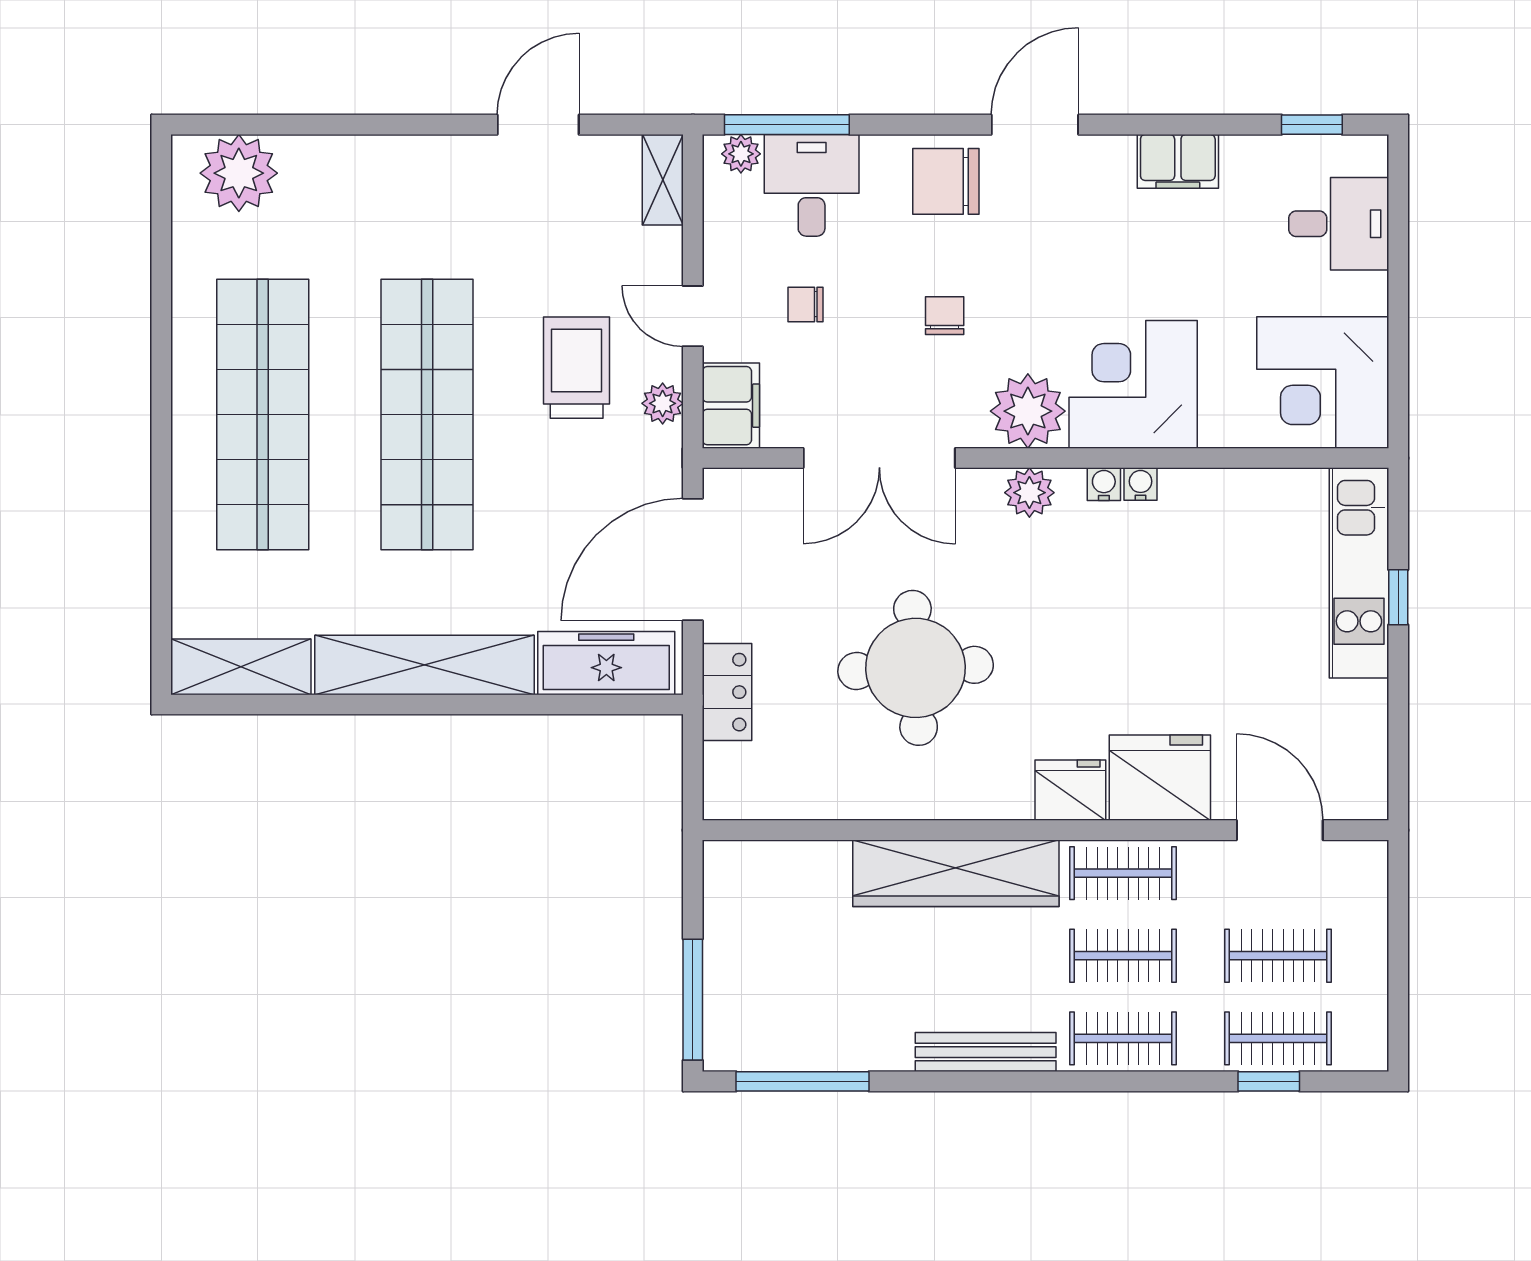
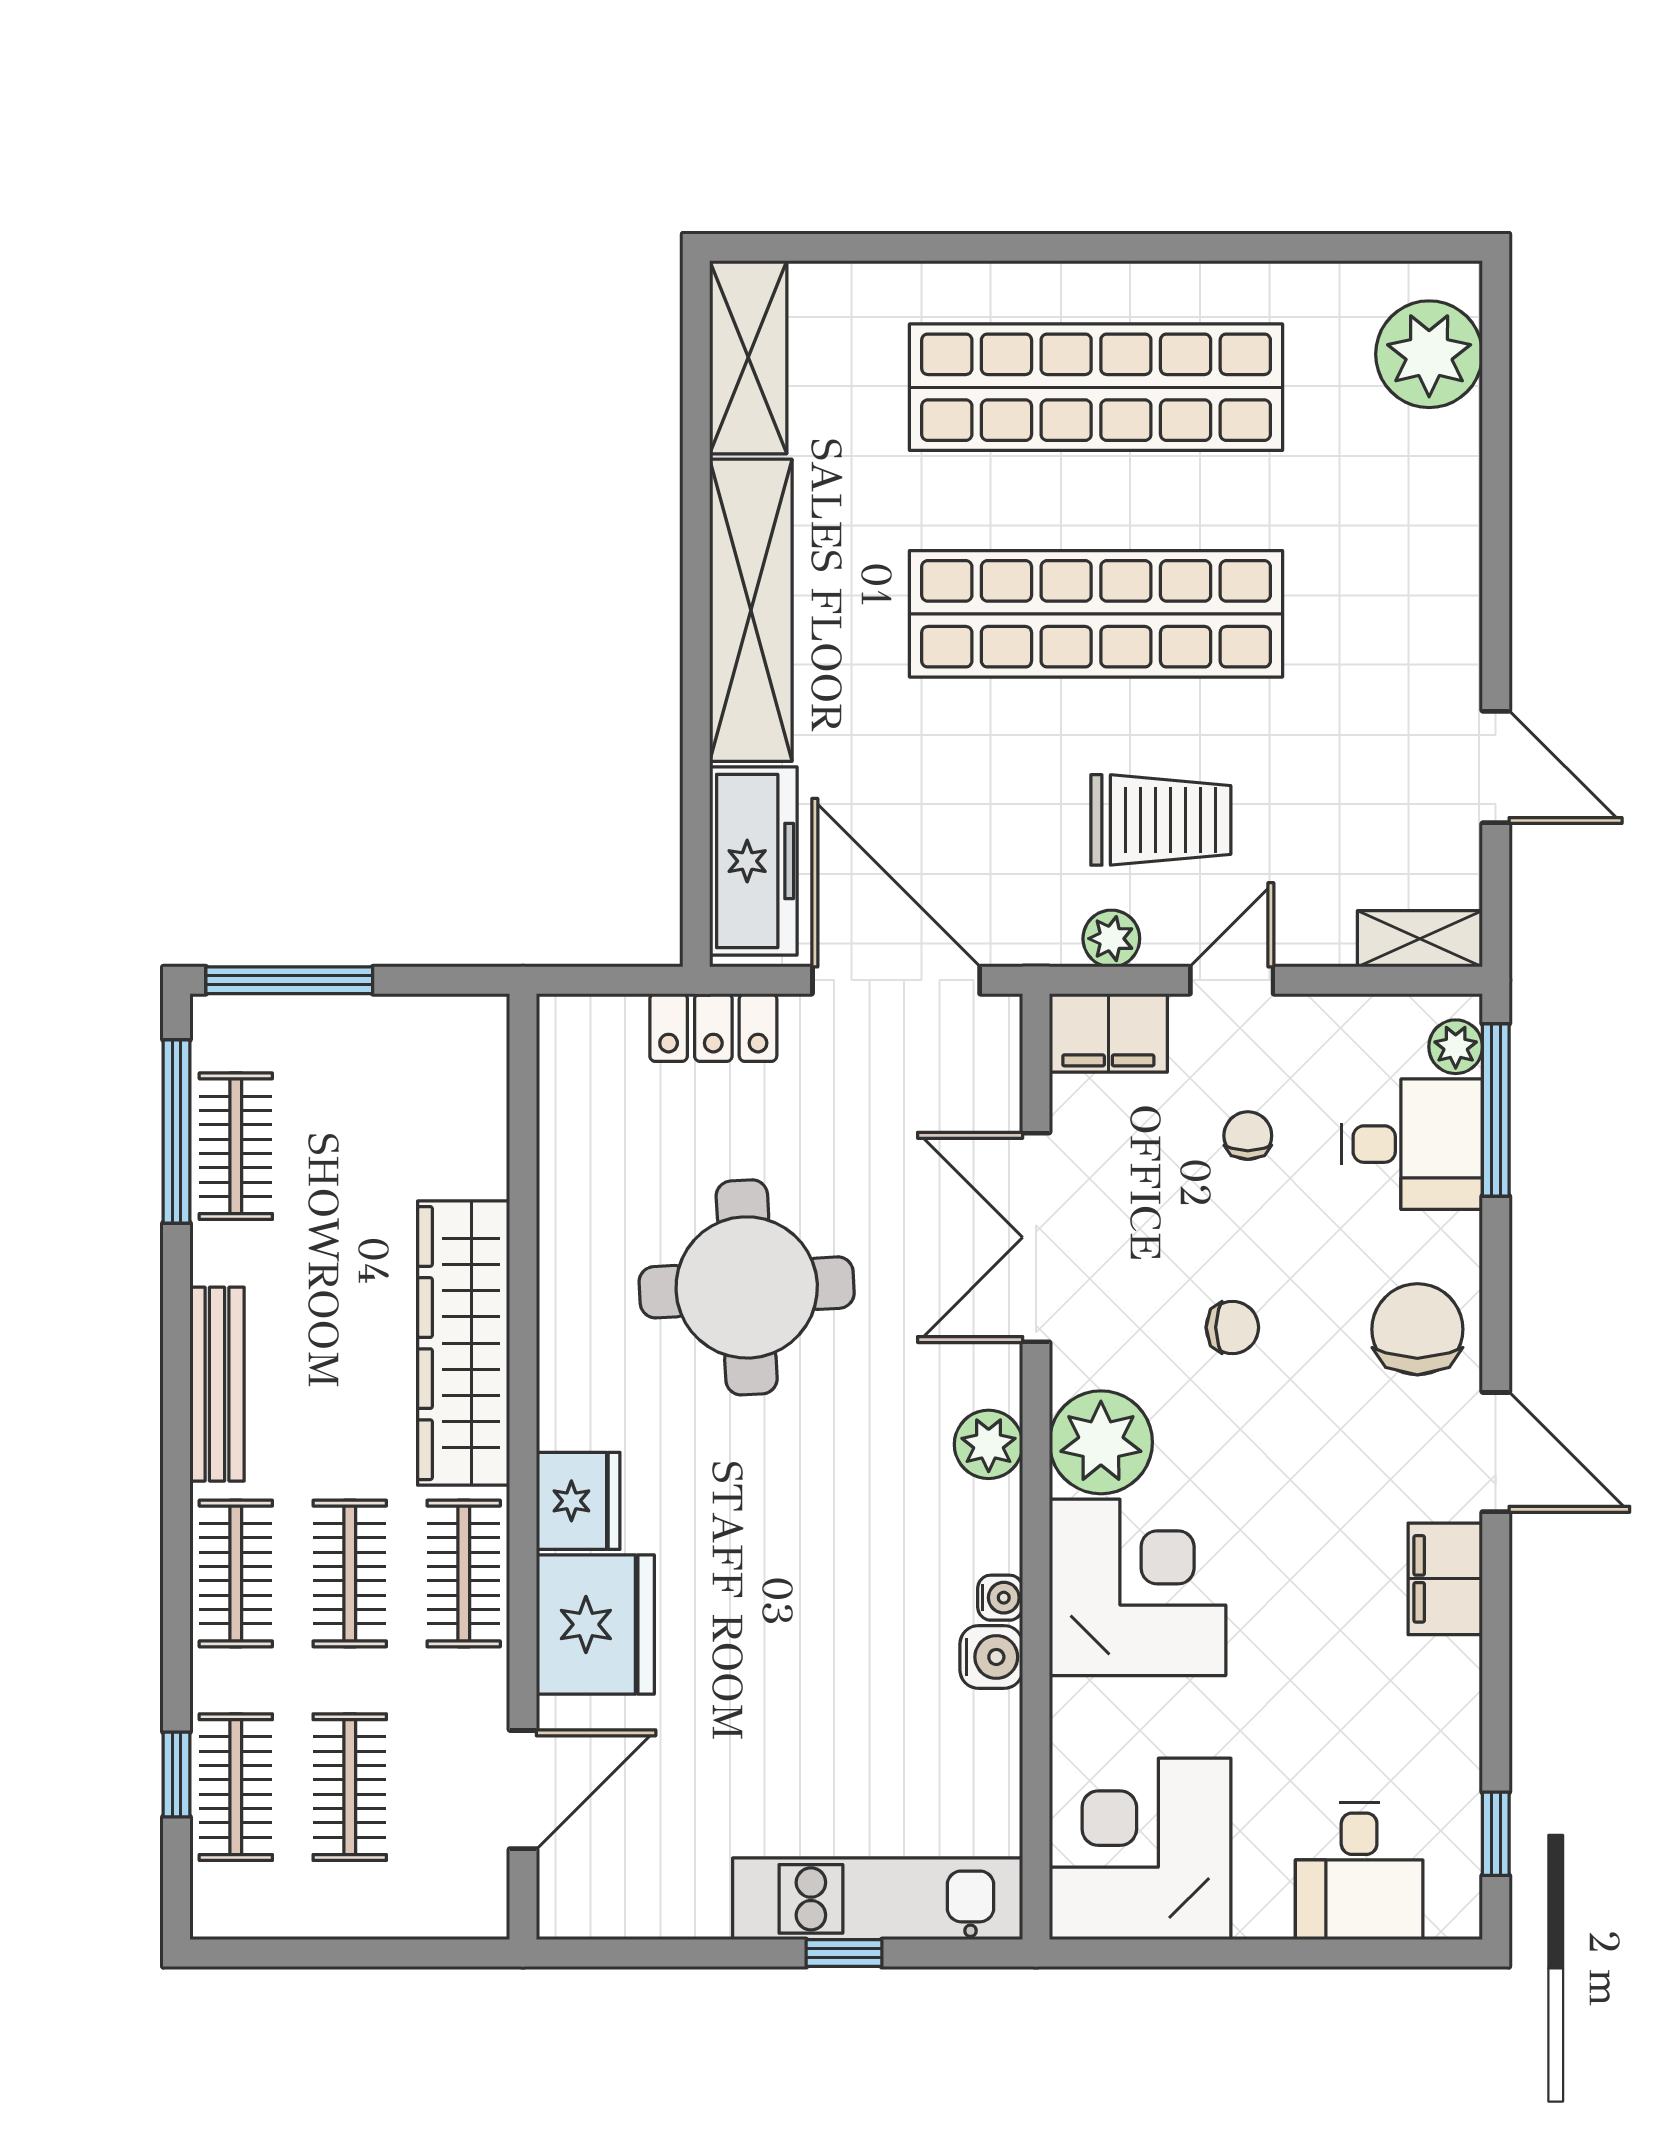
filing cabinet: (1178, 161) -> (1445, 1579), moved
water cooler: (1104, 484) -> (991, 1657), moved, width x1.38, depth x1.38
clothes rail: (813, 1038) -> (236, 1146), added

